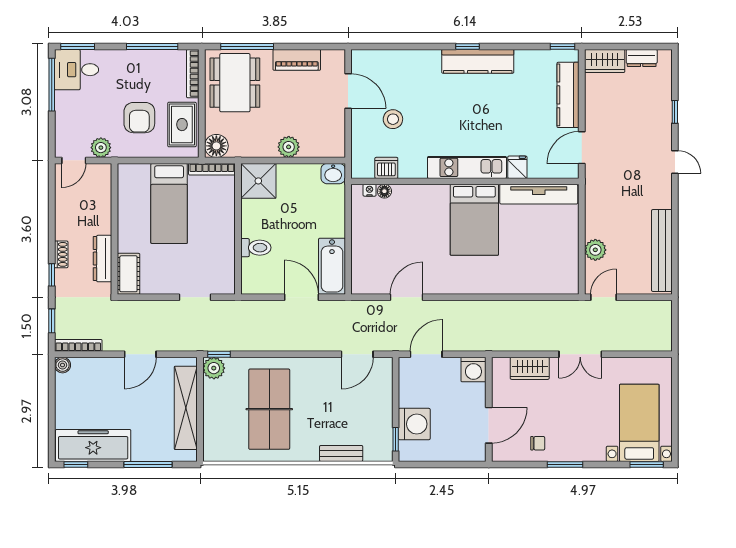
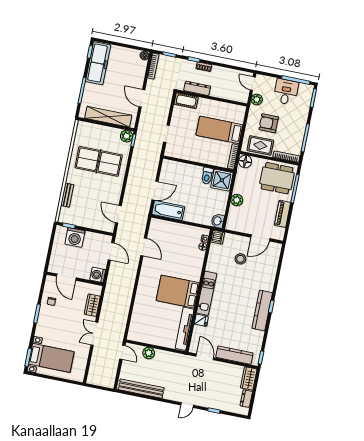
desk: (76, 70) -> (286, 92), moved
dishwasher: (386, 168) -> (218, 237), moved
toilet: (256, 248) -> (207, 176), moved

